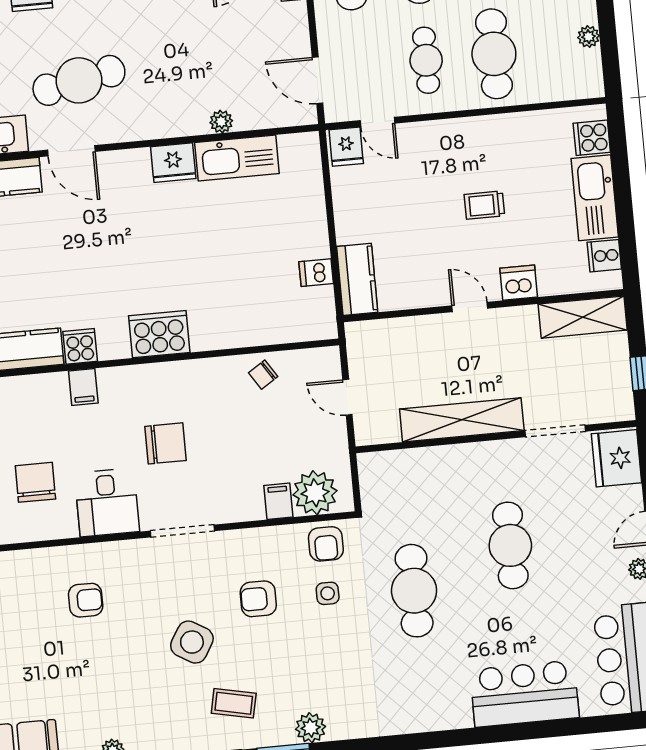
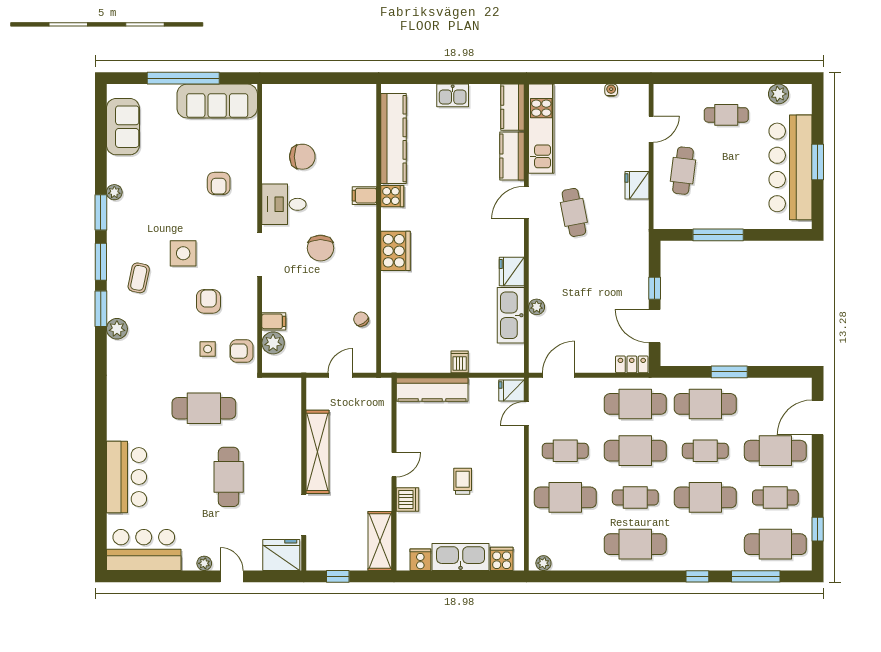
plant: (589, 37) -> (543, 563), moved
cafe table: (79, 80) -> (574, 212), width x0.73, depth x0.74
dishwasher: (316, 273) -> (460, 362), moved
kitchen counter: (357, 279) -> (432, 389), width x1.50
plant: (315, 493) -> (273, 343), width x0.73, depth x0.73
cafe table: (510, 545) -> (229, 477), turned 90
side table: (192, 642) -> (183, 253), turned -31

